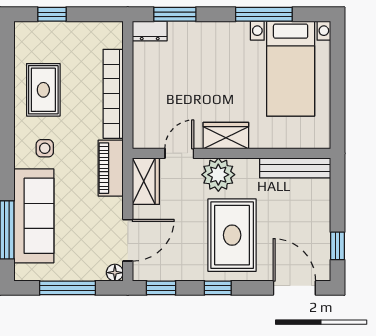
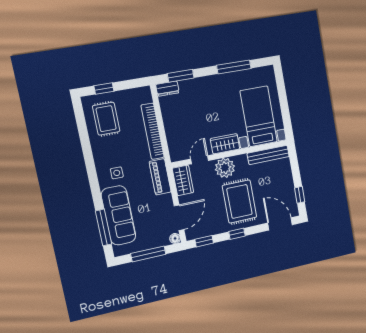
bed with nightstands: (291, 69) -> (259, 116), moved, turned 180
rug: (43, 90) -> (106, 119), moved

